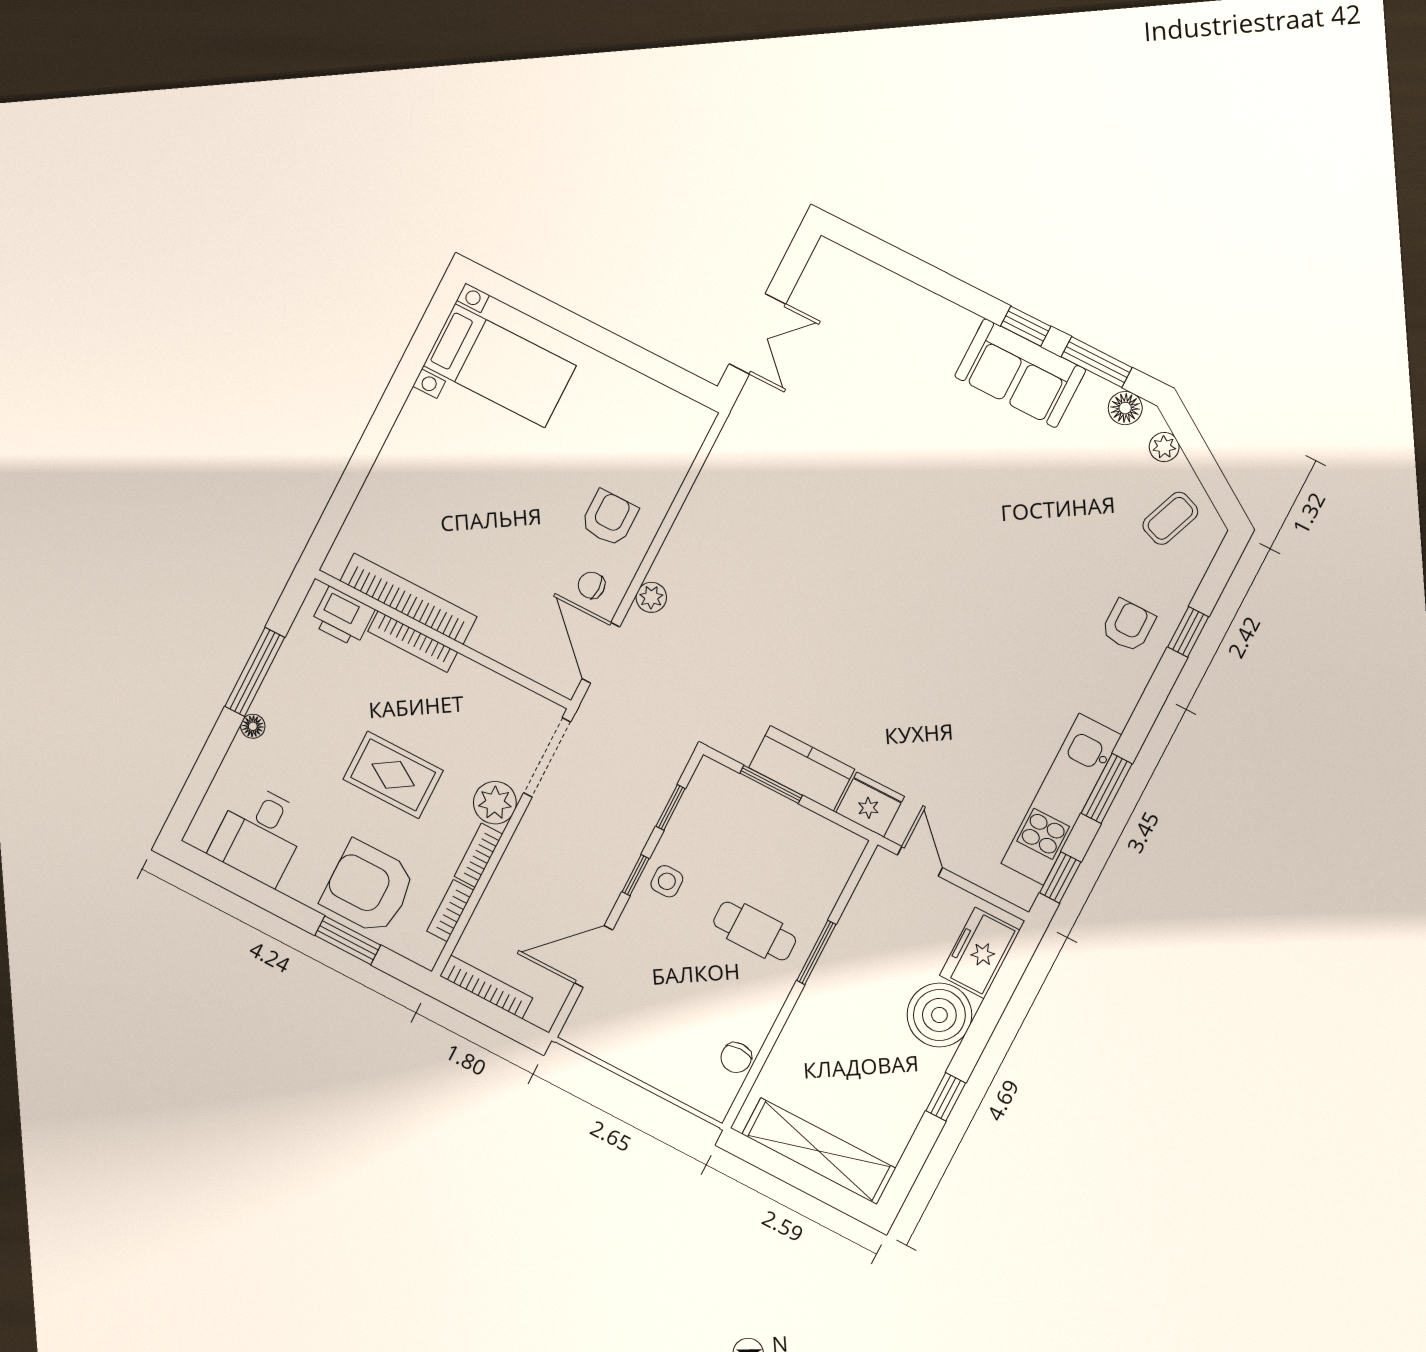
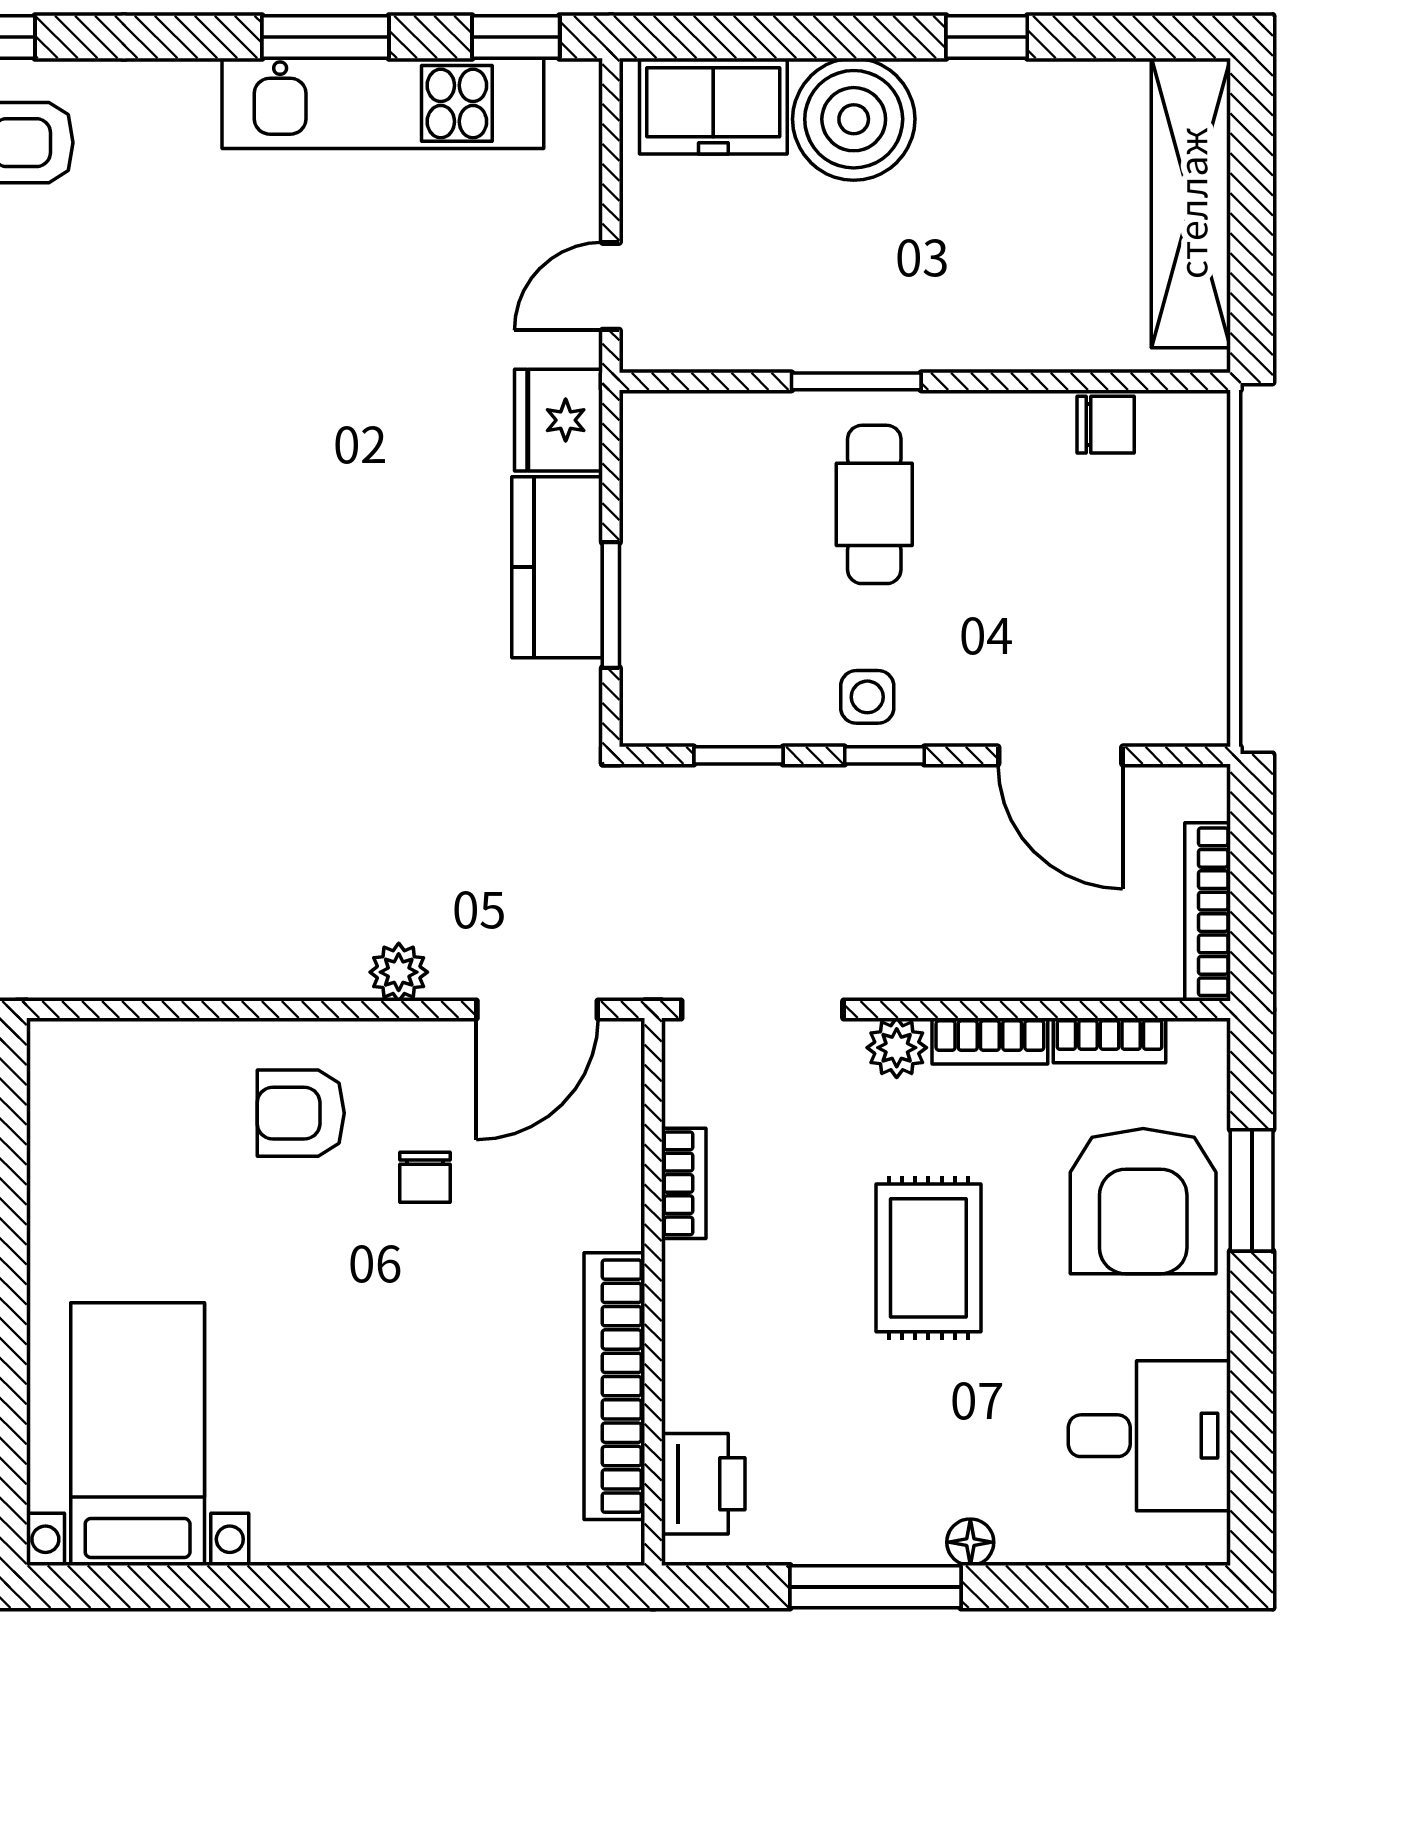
chair: (591, 585) -> (425, 1177), moved
bookcase: (413, 642) -> (684, 1183), moved, width x0.64
plant: (495, 803) -> (897, 1048), width x0.73, depth x0.73

